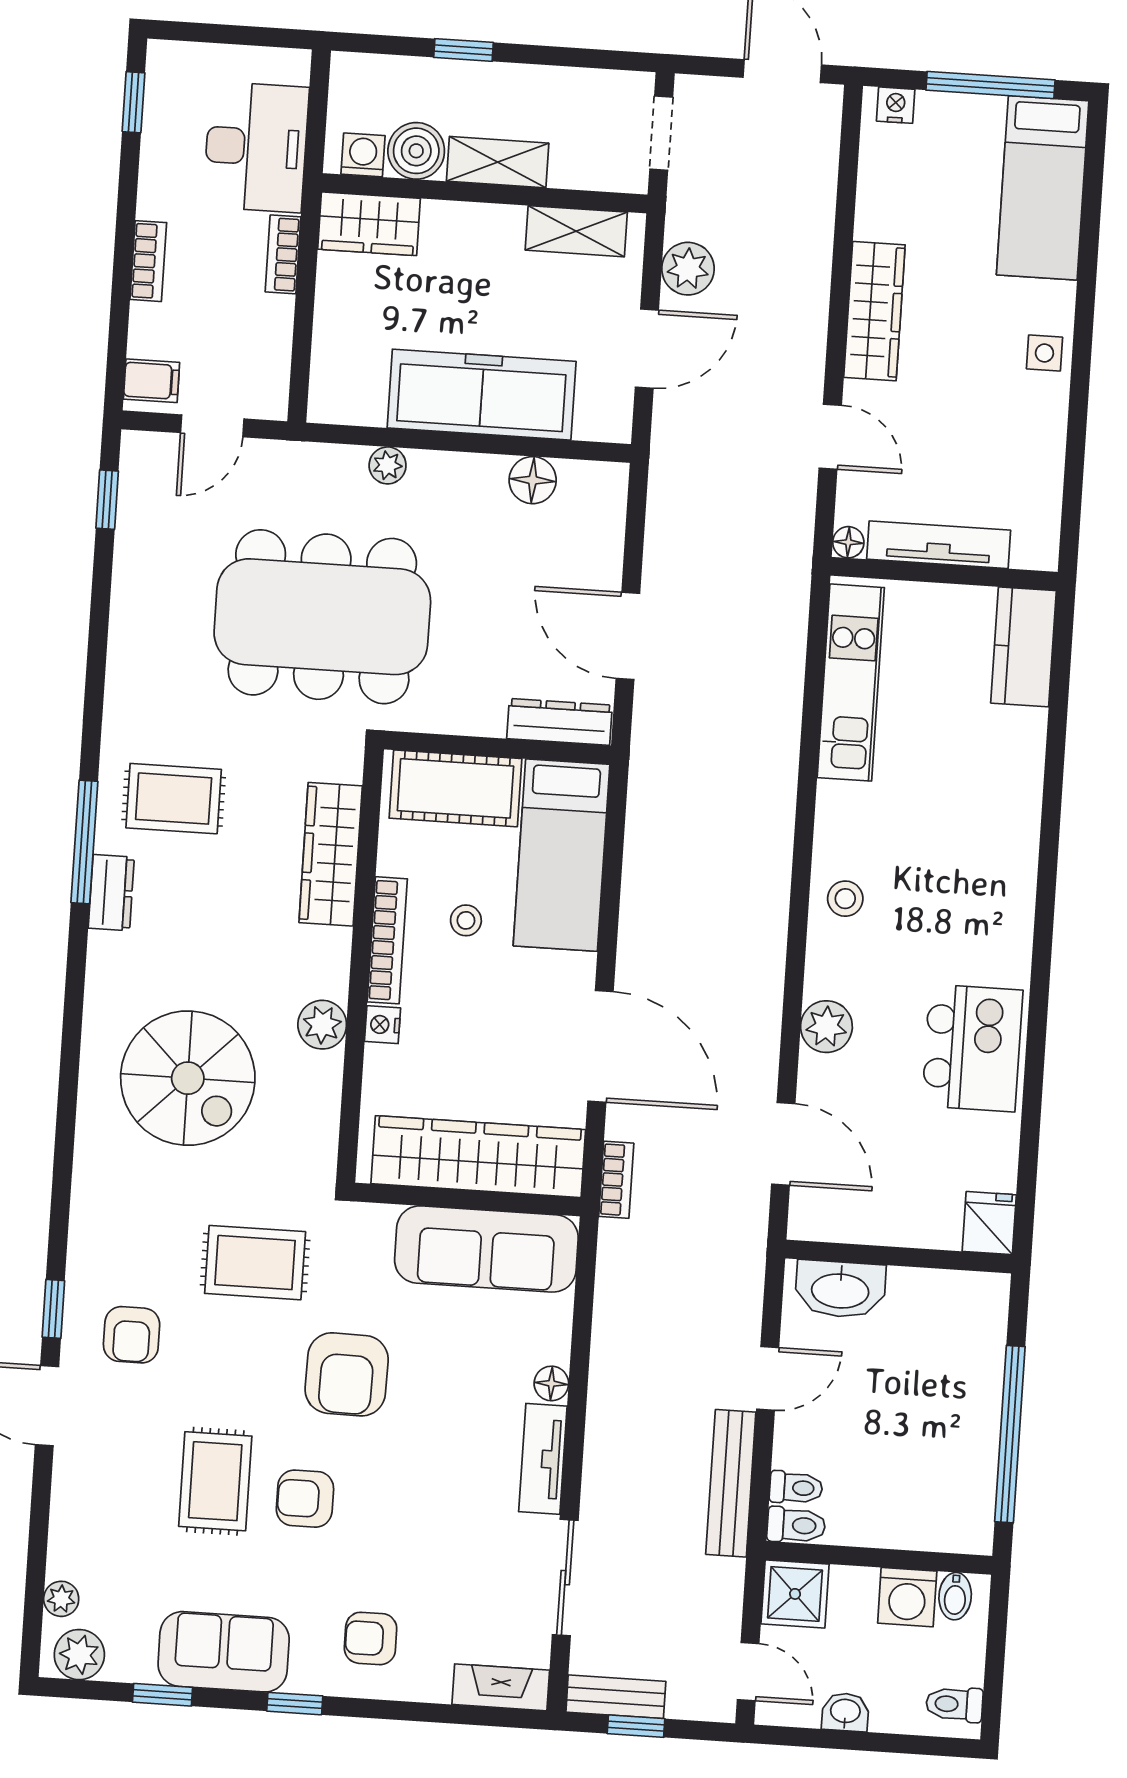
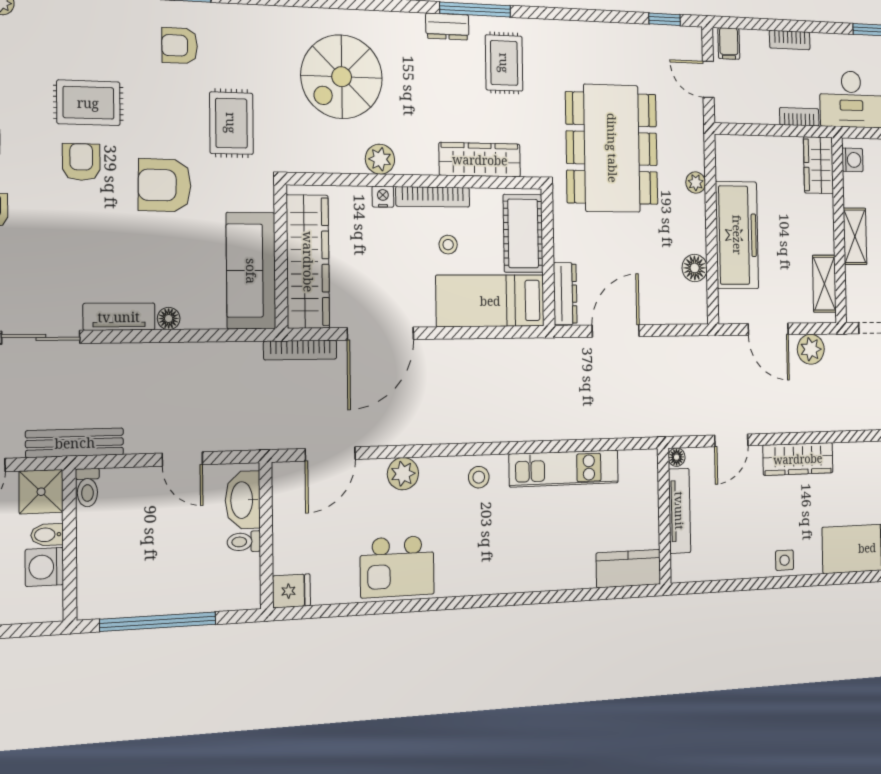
boiler: (416, 151) -> (857, 190), removed
kitchen unit: (851, 683) -> (564, 468), moved
bookcase: (616, 1180) -> (300, 350), width x1.56
bench: (731, 1483) -> (75, 443), moved
toilet: (796, 1488) -> (244, 542), moved, turned 90
bidet: (955, 1596) -> (47, 535), moved

